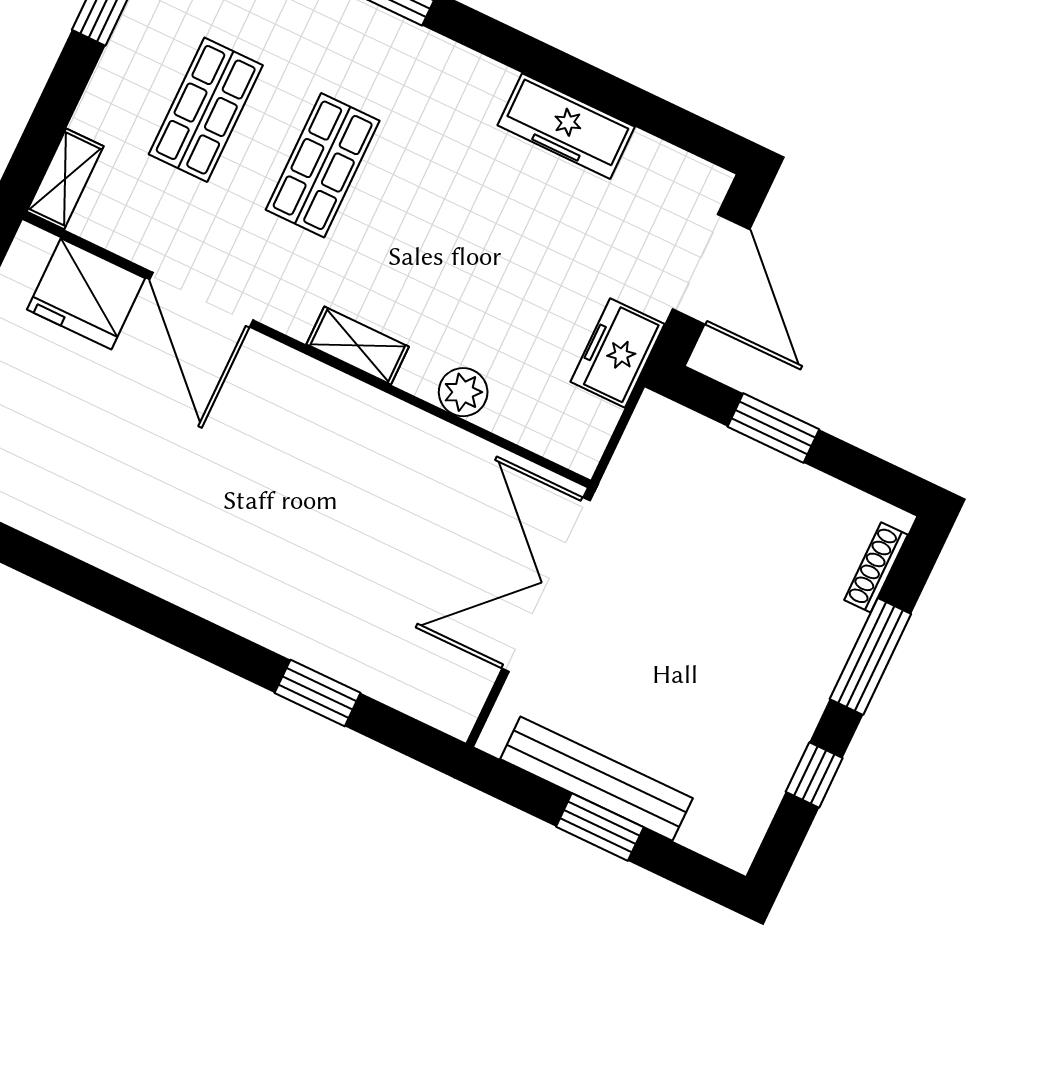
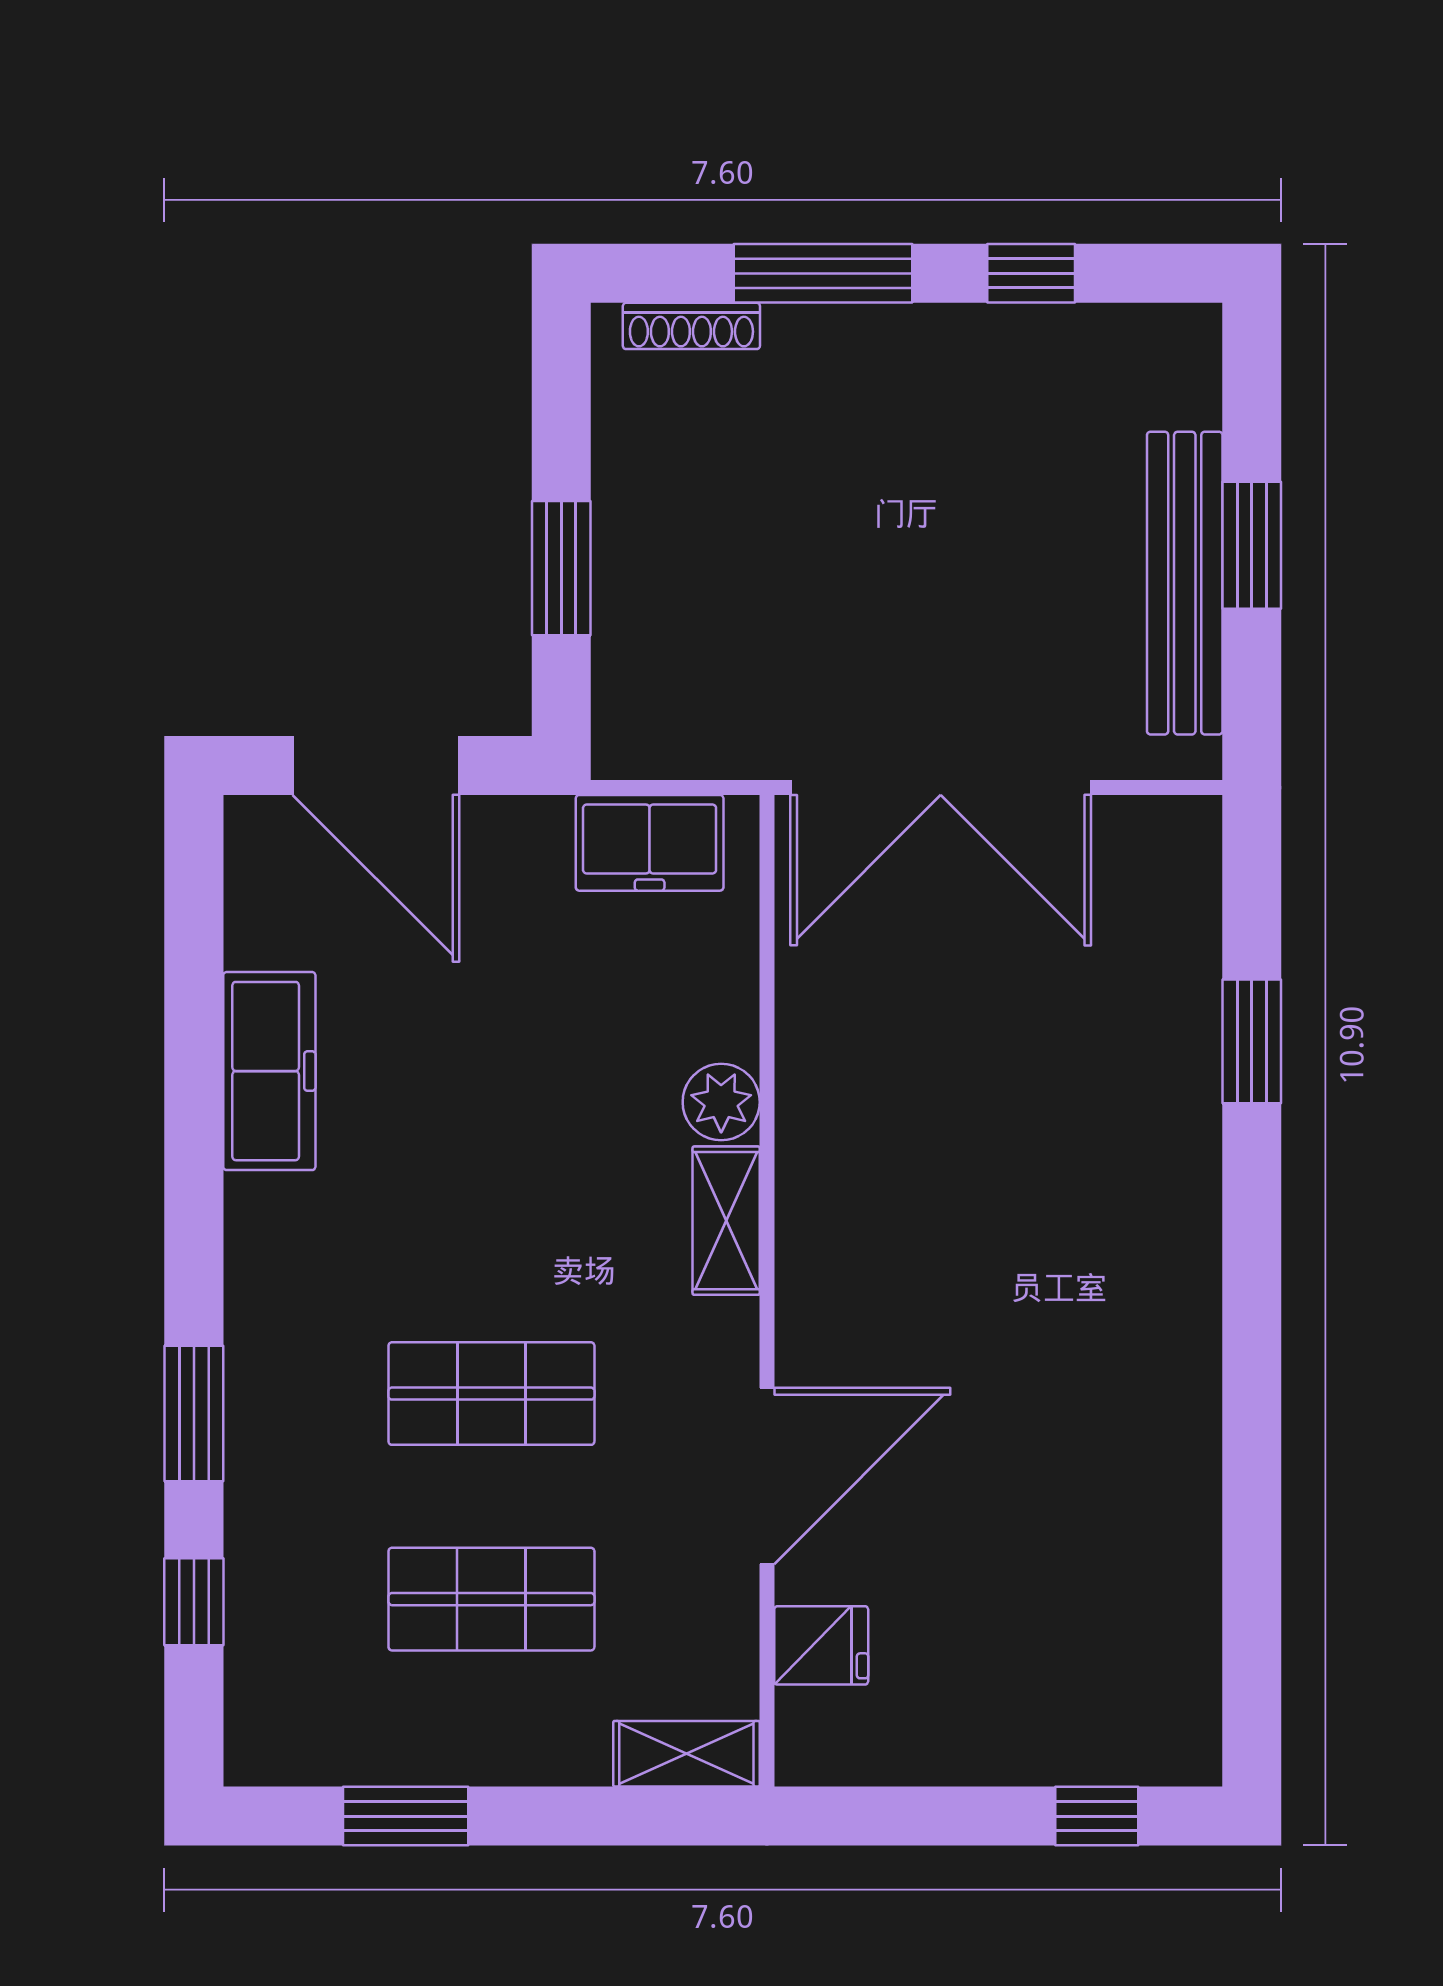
door: (711, 269) -> (376, 766), swing flipped
fridge: (86, 294) -> (821, 1645), width x0.53, depth x0.75
freezer: (617, 353) -> (650, 843), moved
plant: (463, 392) -> (721, 1102), moved

